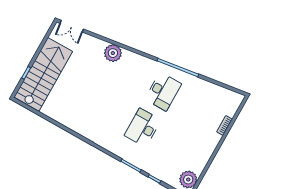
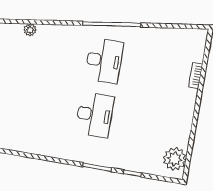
plant: (113, 53) -> (30, 30), width x0.53, depth x0.53
desk: (143, 128) -> (95, 115), turned 180

